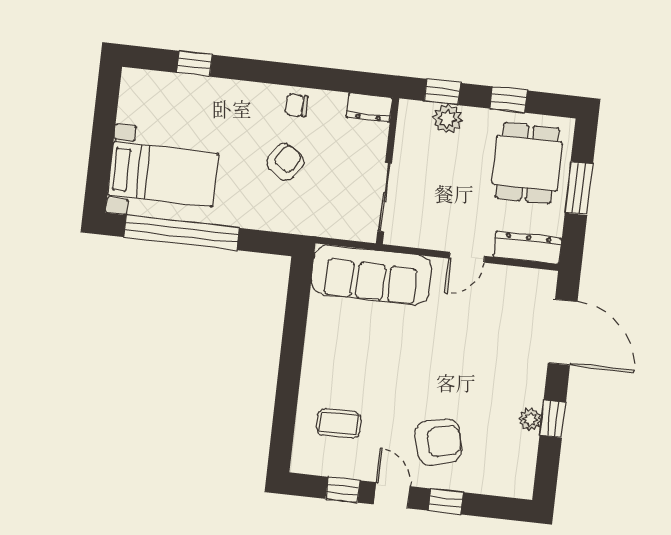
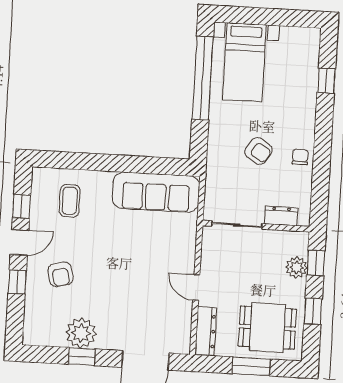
dresser: (369, 107) -> (281, 216), moved, turned 90
sofa: (371, 275) -> (156, 192), moved, turned -90
plant: (530, 419) -> (81, 333), width x1.88, depth x1.88
armchair: (439, 442) -> (60, 274), width x0.72, depth x0.72

